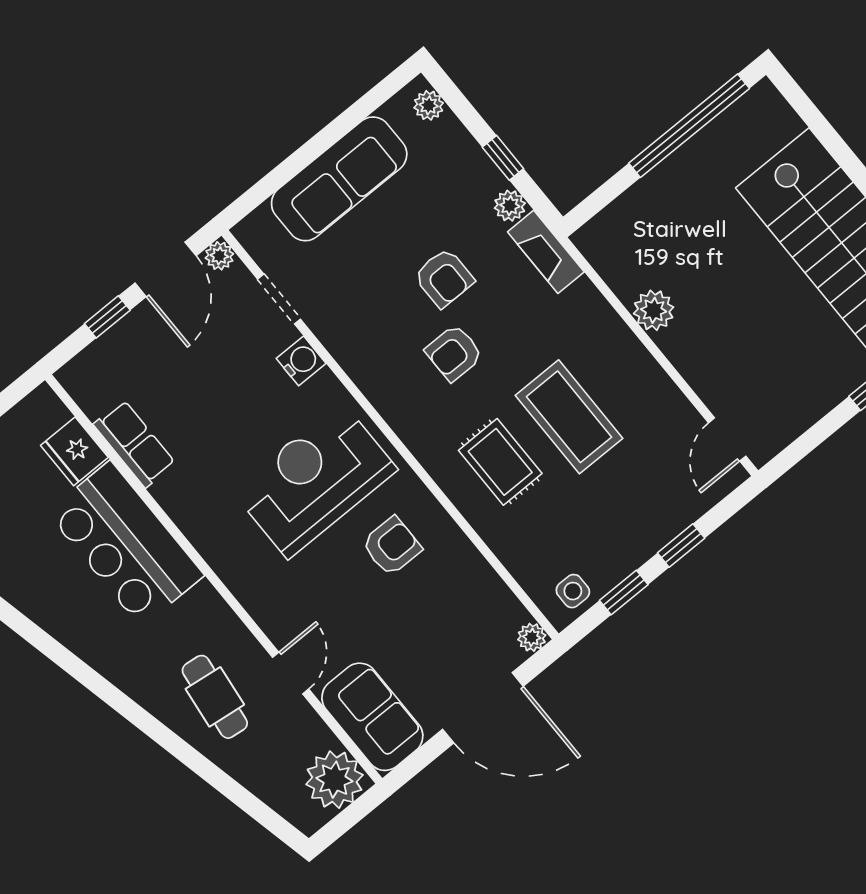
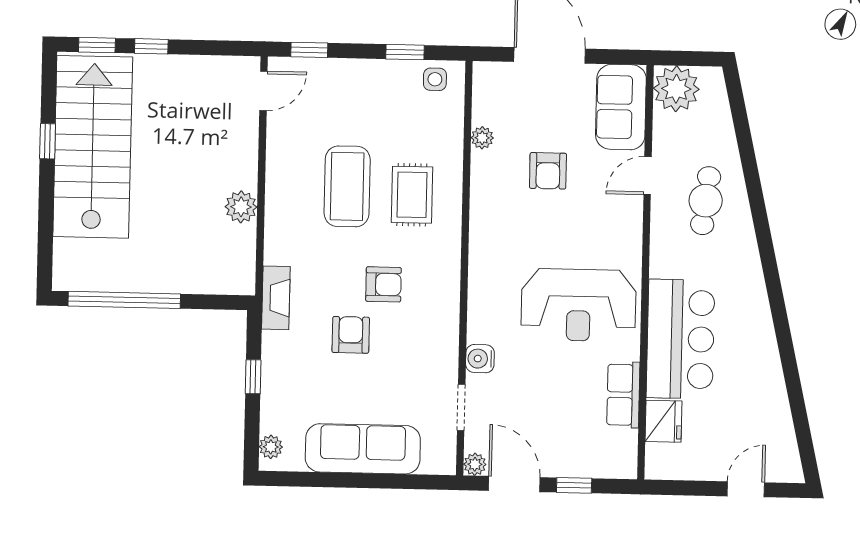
plant: (510, 206) -> (274, 344), removed
door: (166, 269) -> (514, 484), hinge flipped
reception desk: (315, 480) -> (579, 305), moved
armchair: (392, 546) -> (548, 171), moved, turned -90
window: (681, 546) -> (309, 50), moved
plant: (532, 637) -> (482, 138), moved

